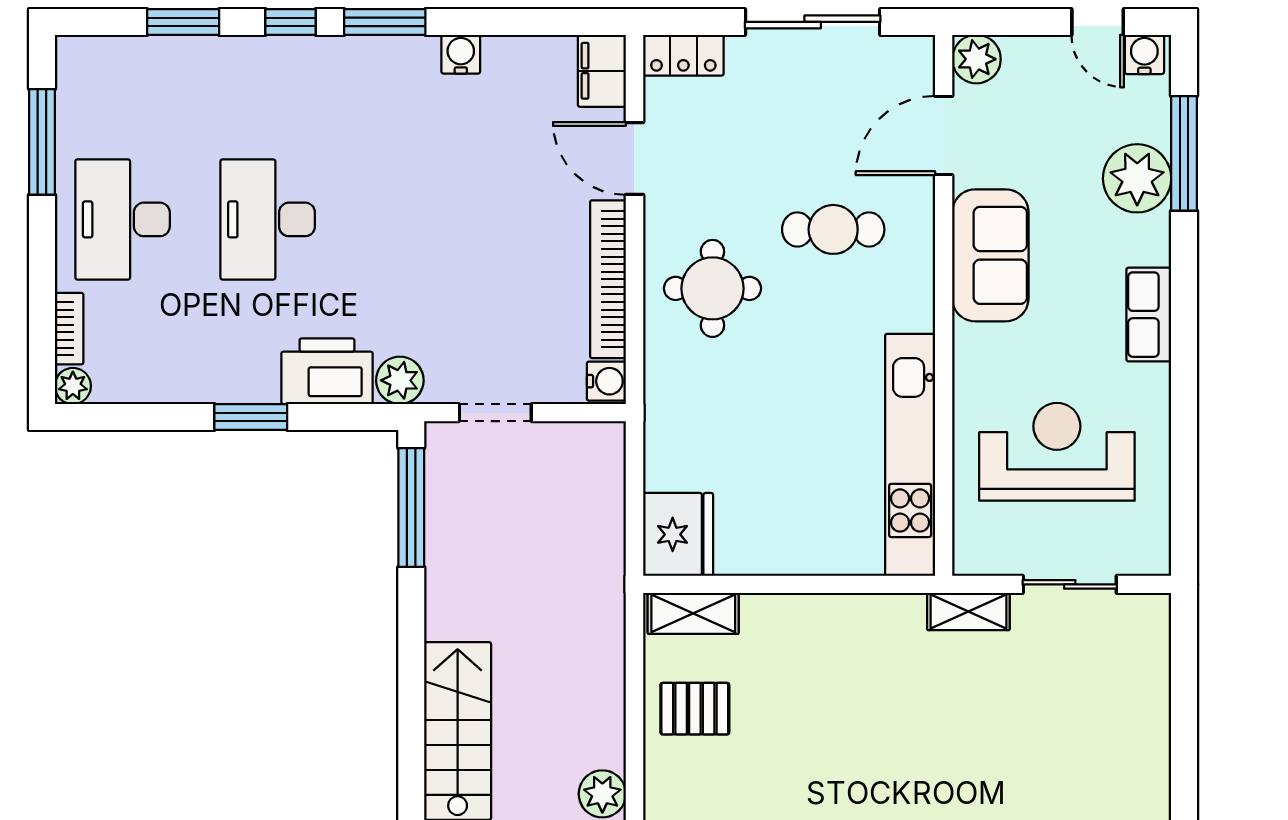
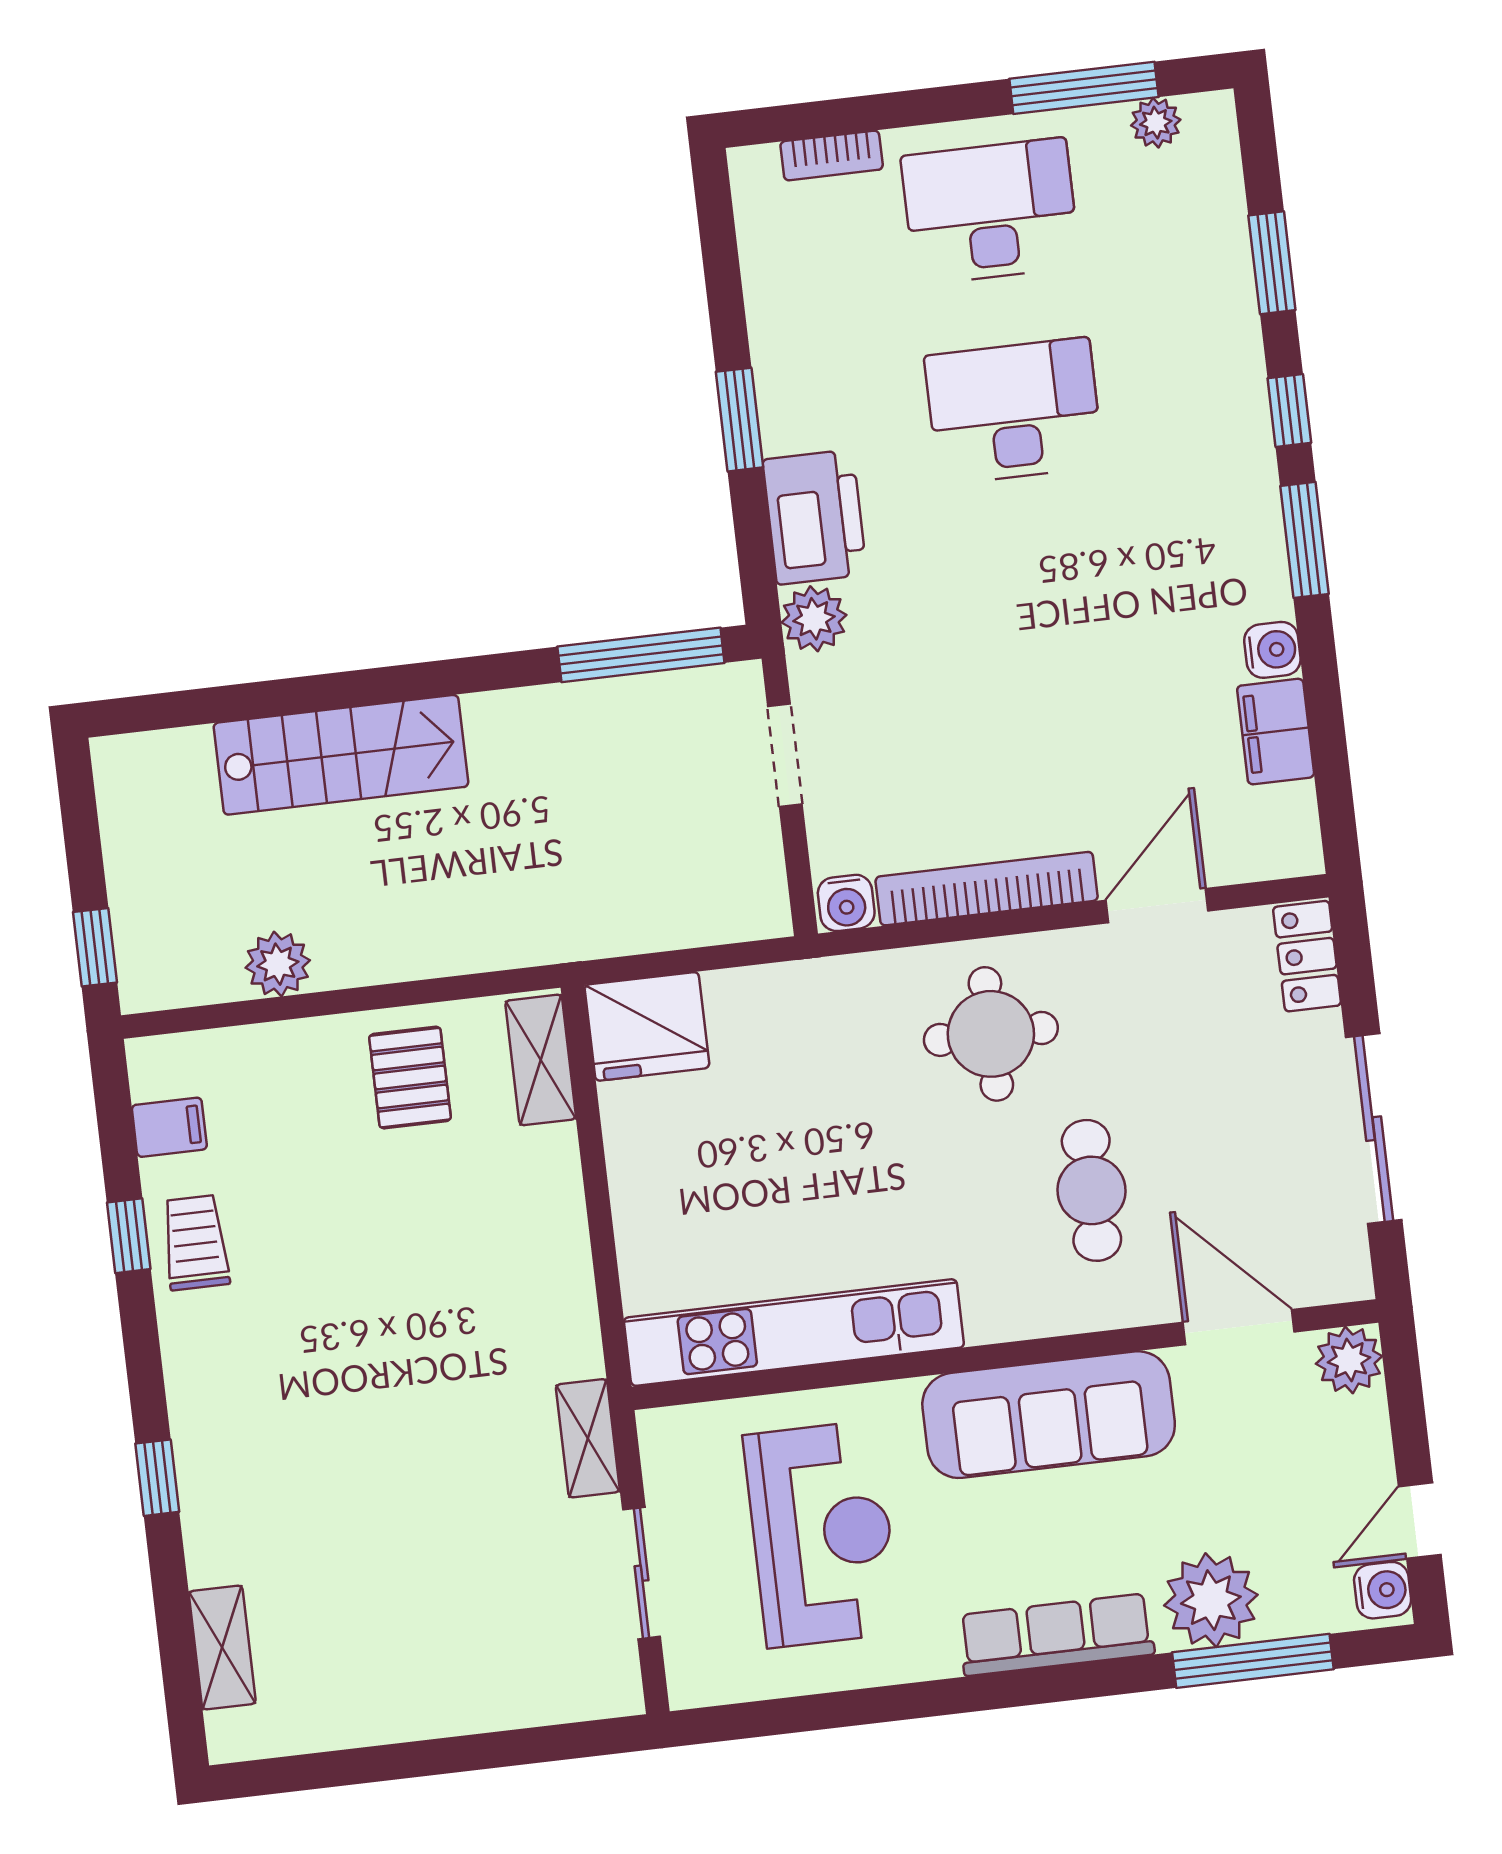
filing cabinet: (602, 71) -> (1276, 732), moved, turned -90
sofa: (990, 255) -> (1049, 1415), width x1.36
row of seats: (1149, 315) -> (1056, 1635), width x1.48
plant: (73, 386) -> (1156, 123), moved

